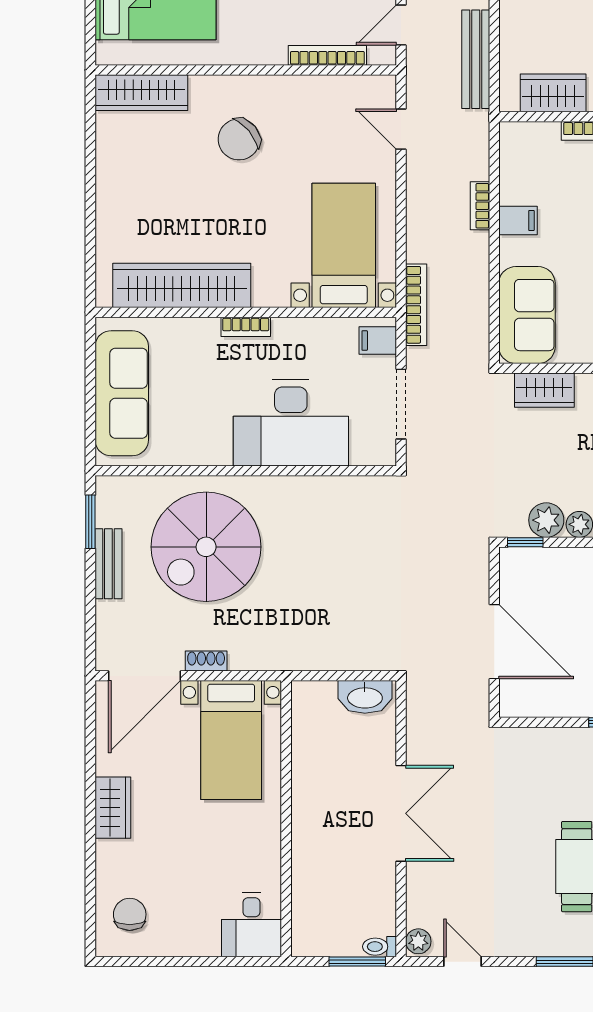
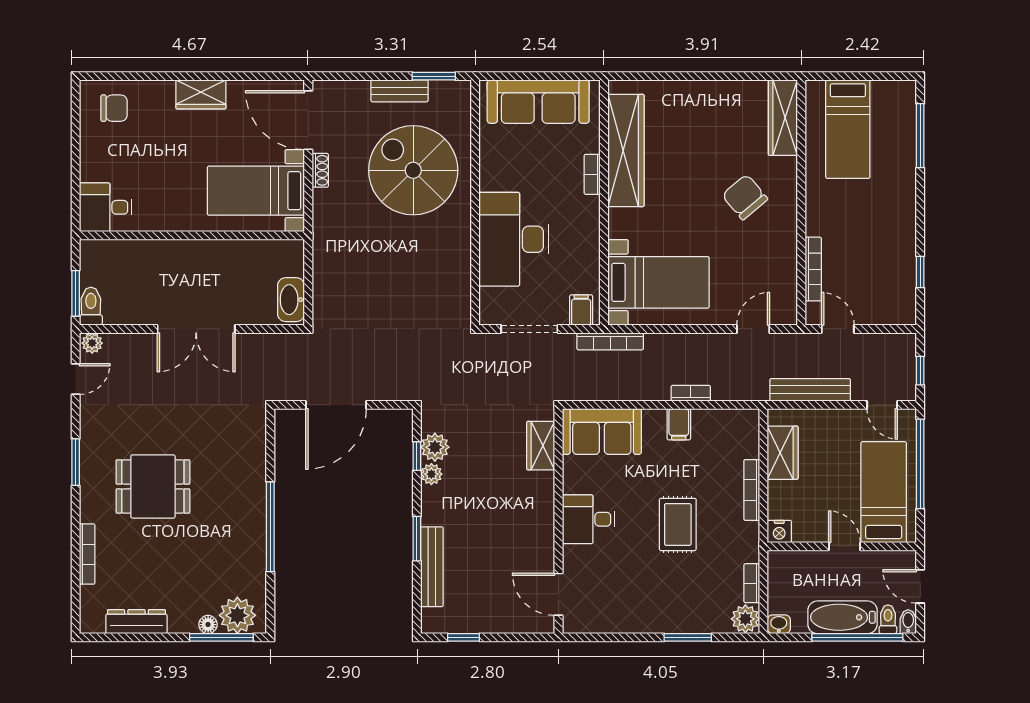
bookcase: (246, 327) -> (592, 174), moved
window: (525, 542) -> (417, 456), moved
toilet: (380, 947) -> (91, 306), width x1.37, depth x1.39

